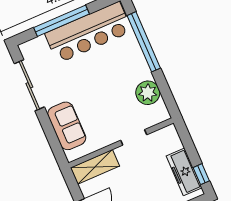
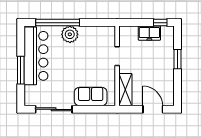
window: (61, 21) -> (21, 70), width x0.68
plant: (148, 93) -> (70, 34), moved
freezer: (184, 172) -> (149, 33), width x0.71

